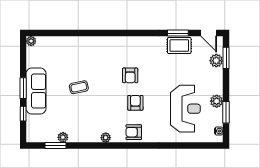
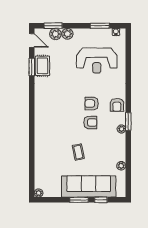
door: (209, 33) -> (32, 40), hinge flipped
armchair: (130, 75) -> (90, 122), moved
sofa: (36, 91) -> (89, 186), width x1.36, depth x1.27
plant: (217, 101) -> (67, 34), moved
reception desk: (185, 109) -> (97, 60), turned 180
window: (56, 145) -> (128, 121), moved

